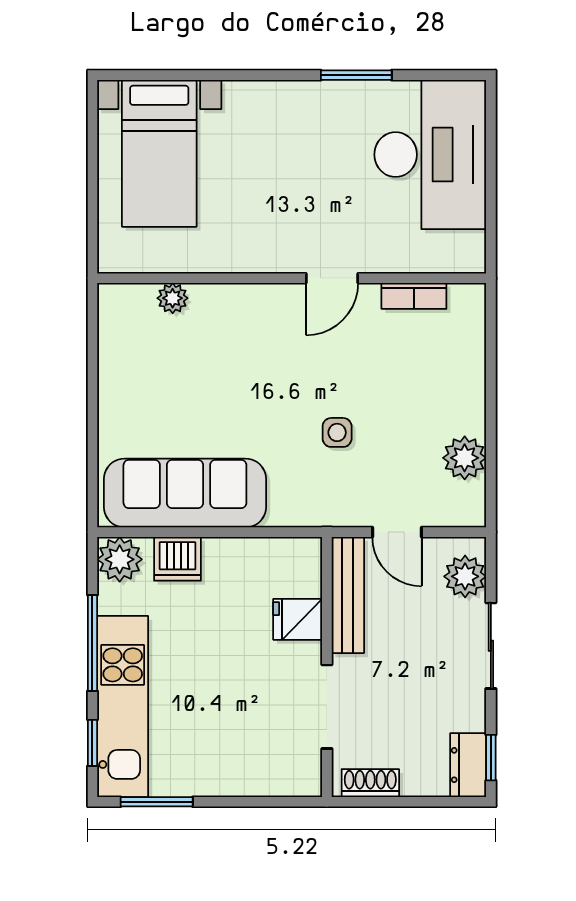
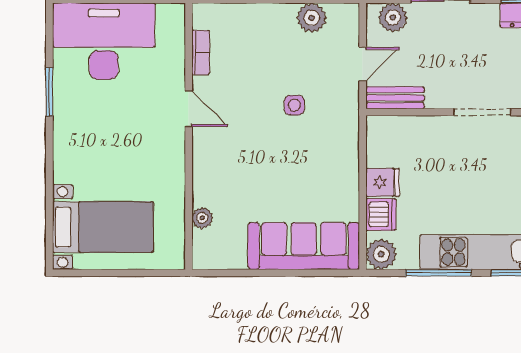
sofa: (185, 493) -> (304, 246), moved, turned 90
bench: (348, 595) -> (395, 98), width x0.73
fridge: (298, 619) -> (383, 182), moved, turned -90

